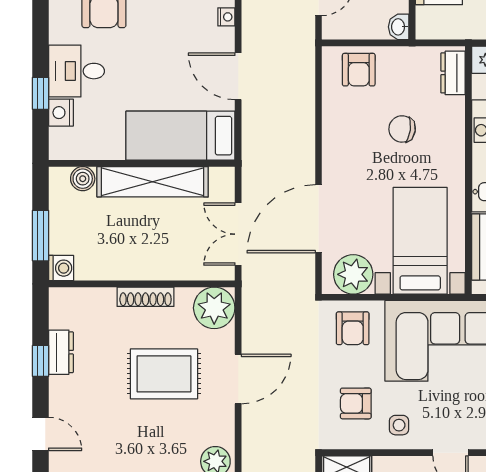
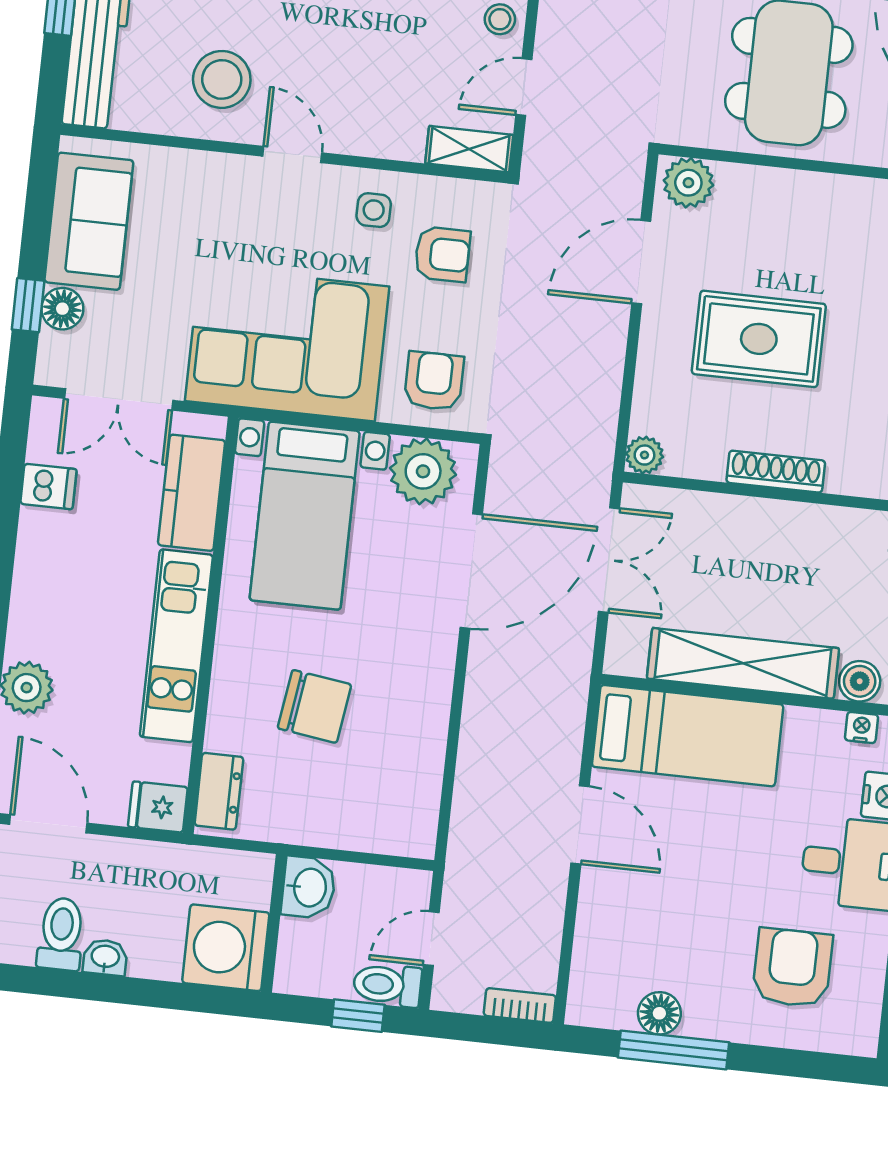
nightstand: (226, 17) -> (861, 727), moved, turned 90
washbasin: (399, 27) -> (309, 887), width x1.38, depth x1.45
armchair: (359, 70) -> (377, 814), removed
chair: (402, 129) -> (315, 706), width x1.37, depth x1.37
plant: (214, 308) -> (644, 455), width x0.53, depth x0.53
door: (238, 379) -> (641, 262), moved

